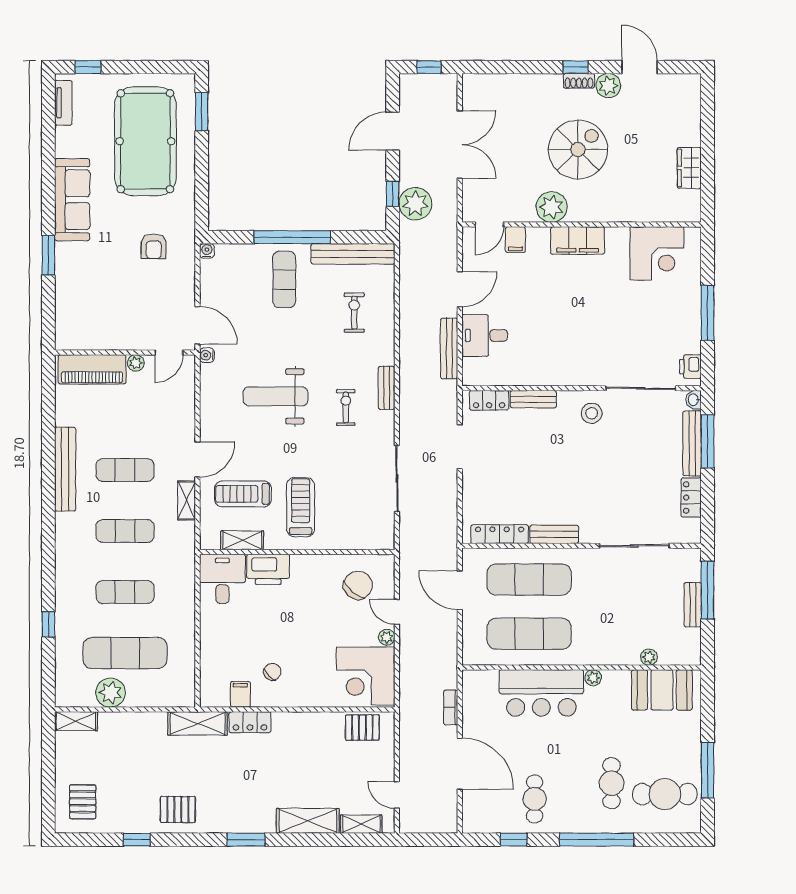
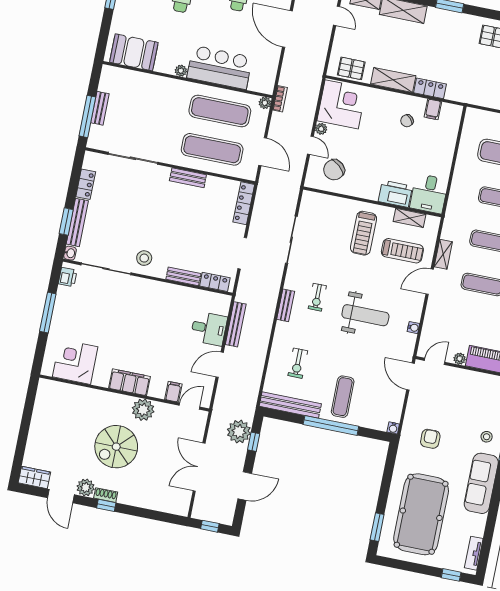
wardrobe: (689, 168) -> (34, 477), moved, turned -90
stool: (78, 264) -> (487, 437), added
water cooler: (207, 355) -> (413, 328), moved
window: (708, 441) -> (66, 222), width x0.69
locker: (500, 534) -> (244, 203), moved, turned 90
plant: (649, 657) -> (265, 103), moved
bookcase: (451, 708) -> (280, 99), moved
shelving: (198, 723) -> (393, 80), moved

